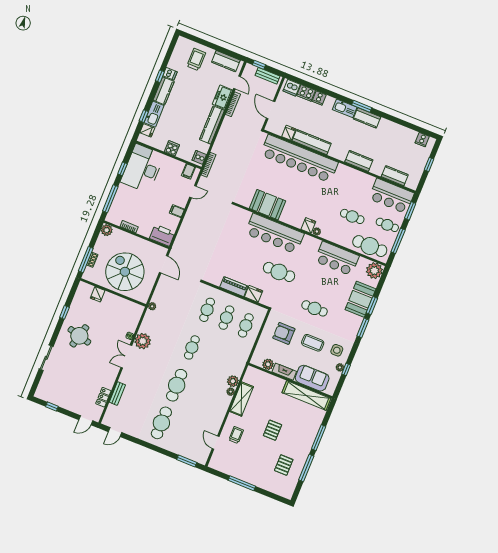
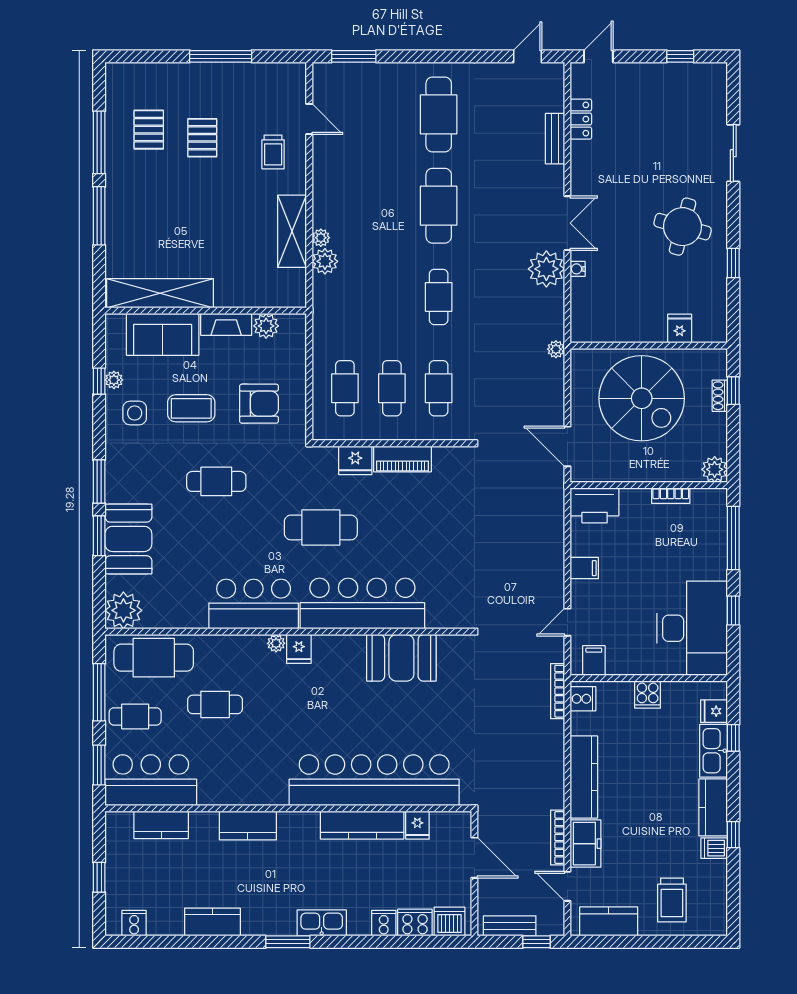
kitchen counter: (367, 118) -> (212, 922), moved
bar counter: (337, 259) -> (254, 604), moved
window: (86, 260) -> (733, 391), width x0.46
pallet: (273, 430) -> (202, 138), moved

